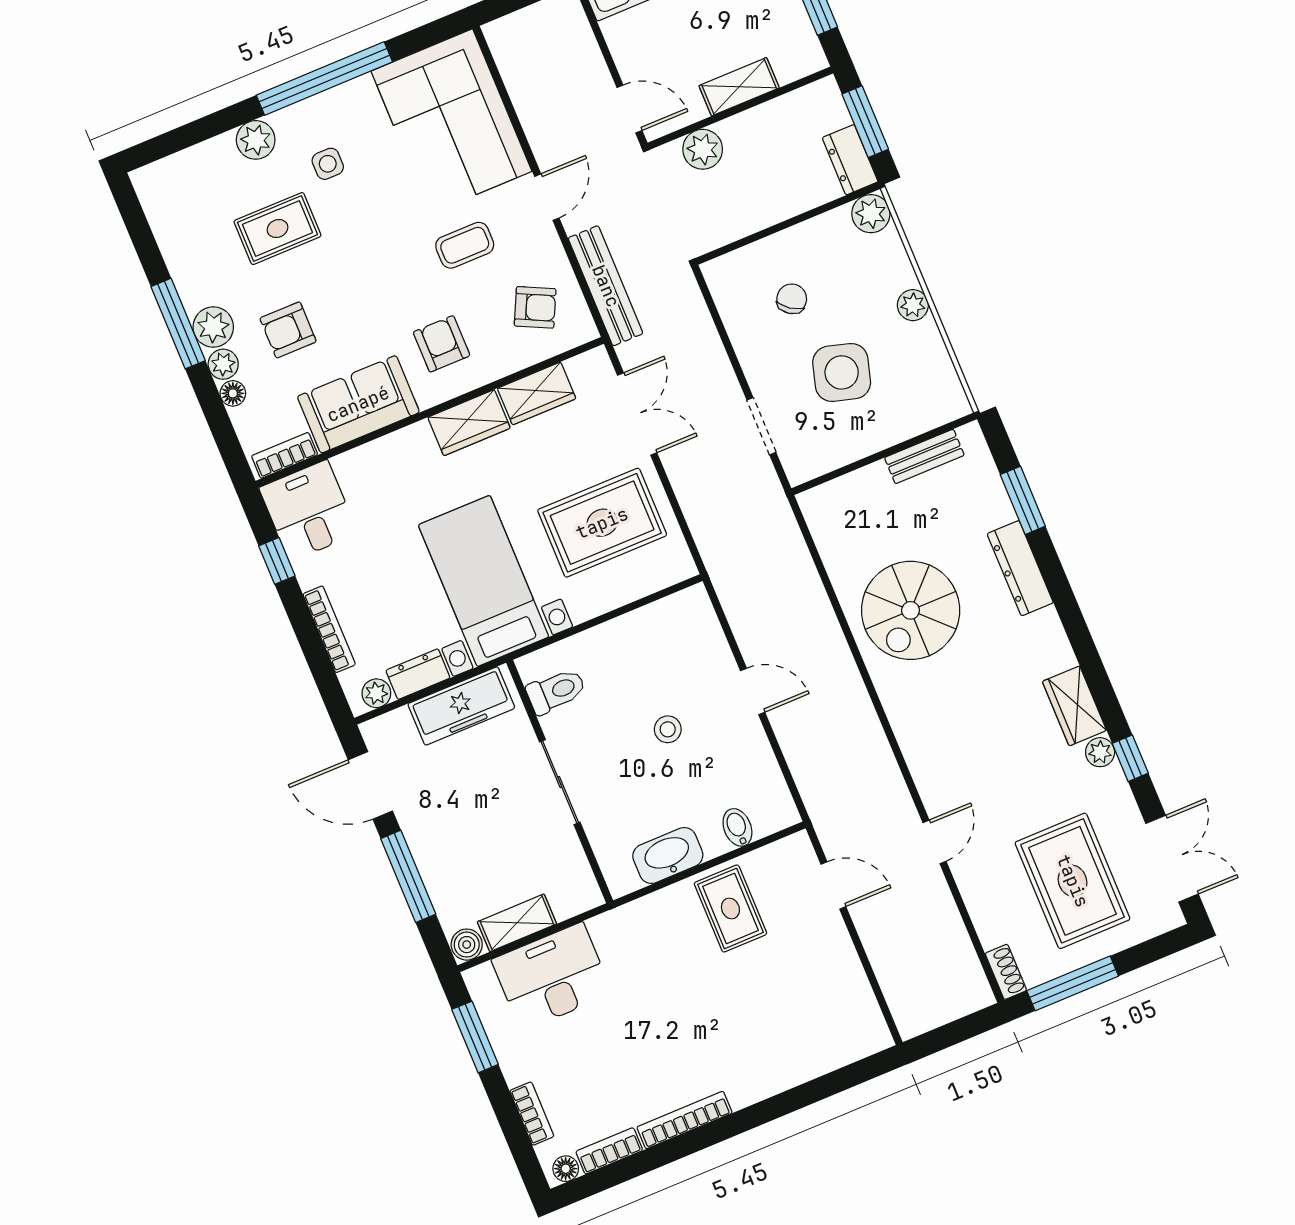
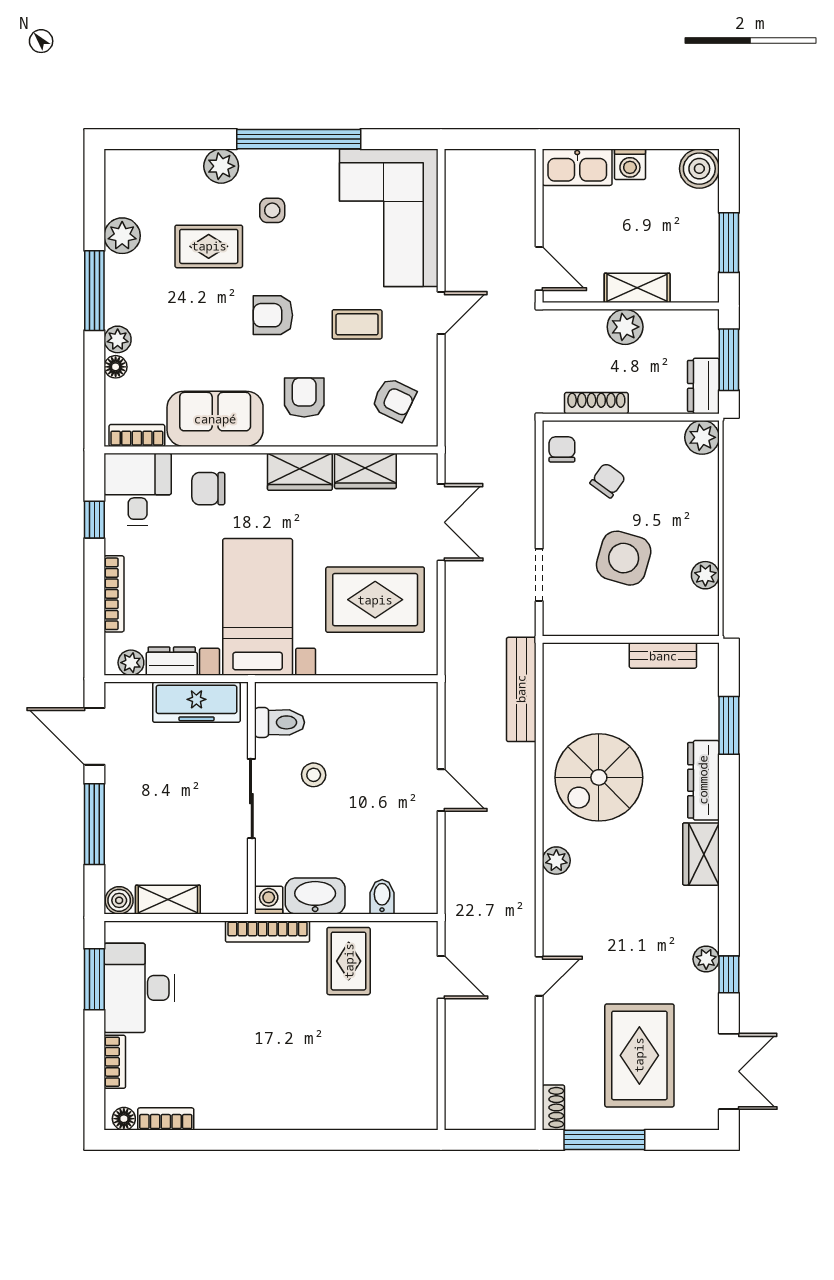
plant: (703, 149) -> (625, 327), moved
shoe rack: (747, 224) -> (596, 403), added
bench: (606, 286) -> (521, 689), moved
chair: (731, 287) -> (562, 449), added
plant: (913, 305) -> (705, 575), moved
plant: (213, 327) -> (122, 236), moved
armchair: (288, 330) -> (273, 315), moved
chair: (381, 480) -> (208, 489), added
wardrobe: (1074, 706) -> (701, 854), moved
plant: (902, 715) -> (556, 861), added
stool: (668, 729) -> (314, 775), moved
washing machine: (622, 880) -> (269, 900), added
desk: (552, 977) -> (139, 988), moved, turned -90
bookcase: (685, 1120) -> (268, 931), moved, turned 180

